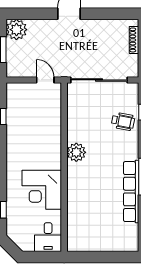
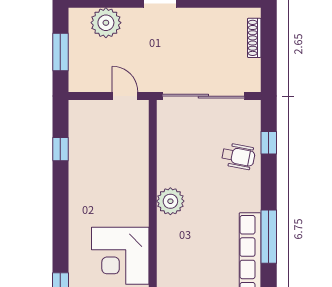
plant: (16, 30) -> (106, 23), moved

